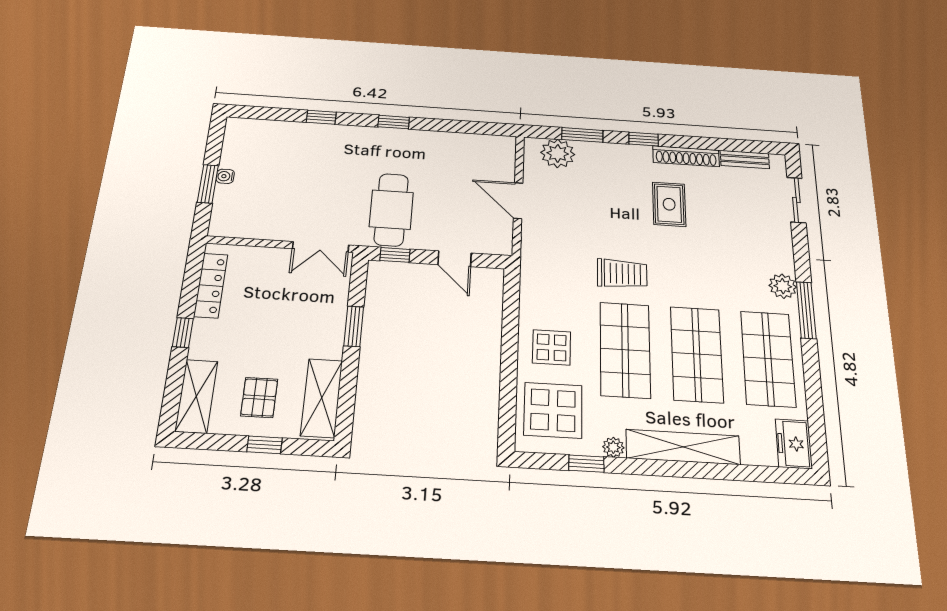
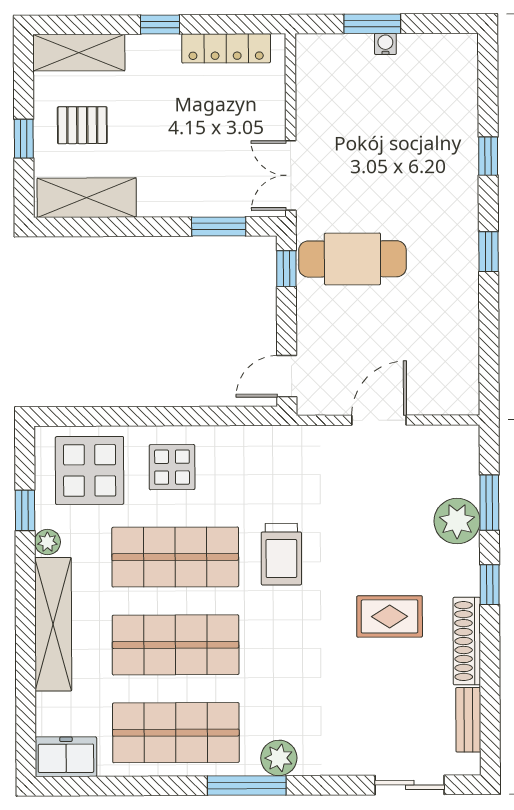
plant: (558, 153) -> (457, 521), moved
door: (455, 259) -> (287, 376), moved
window: (354, 326) -> (219, 226), moved

